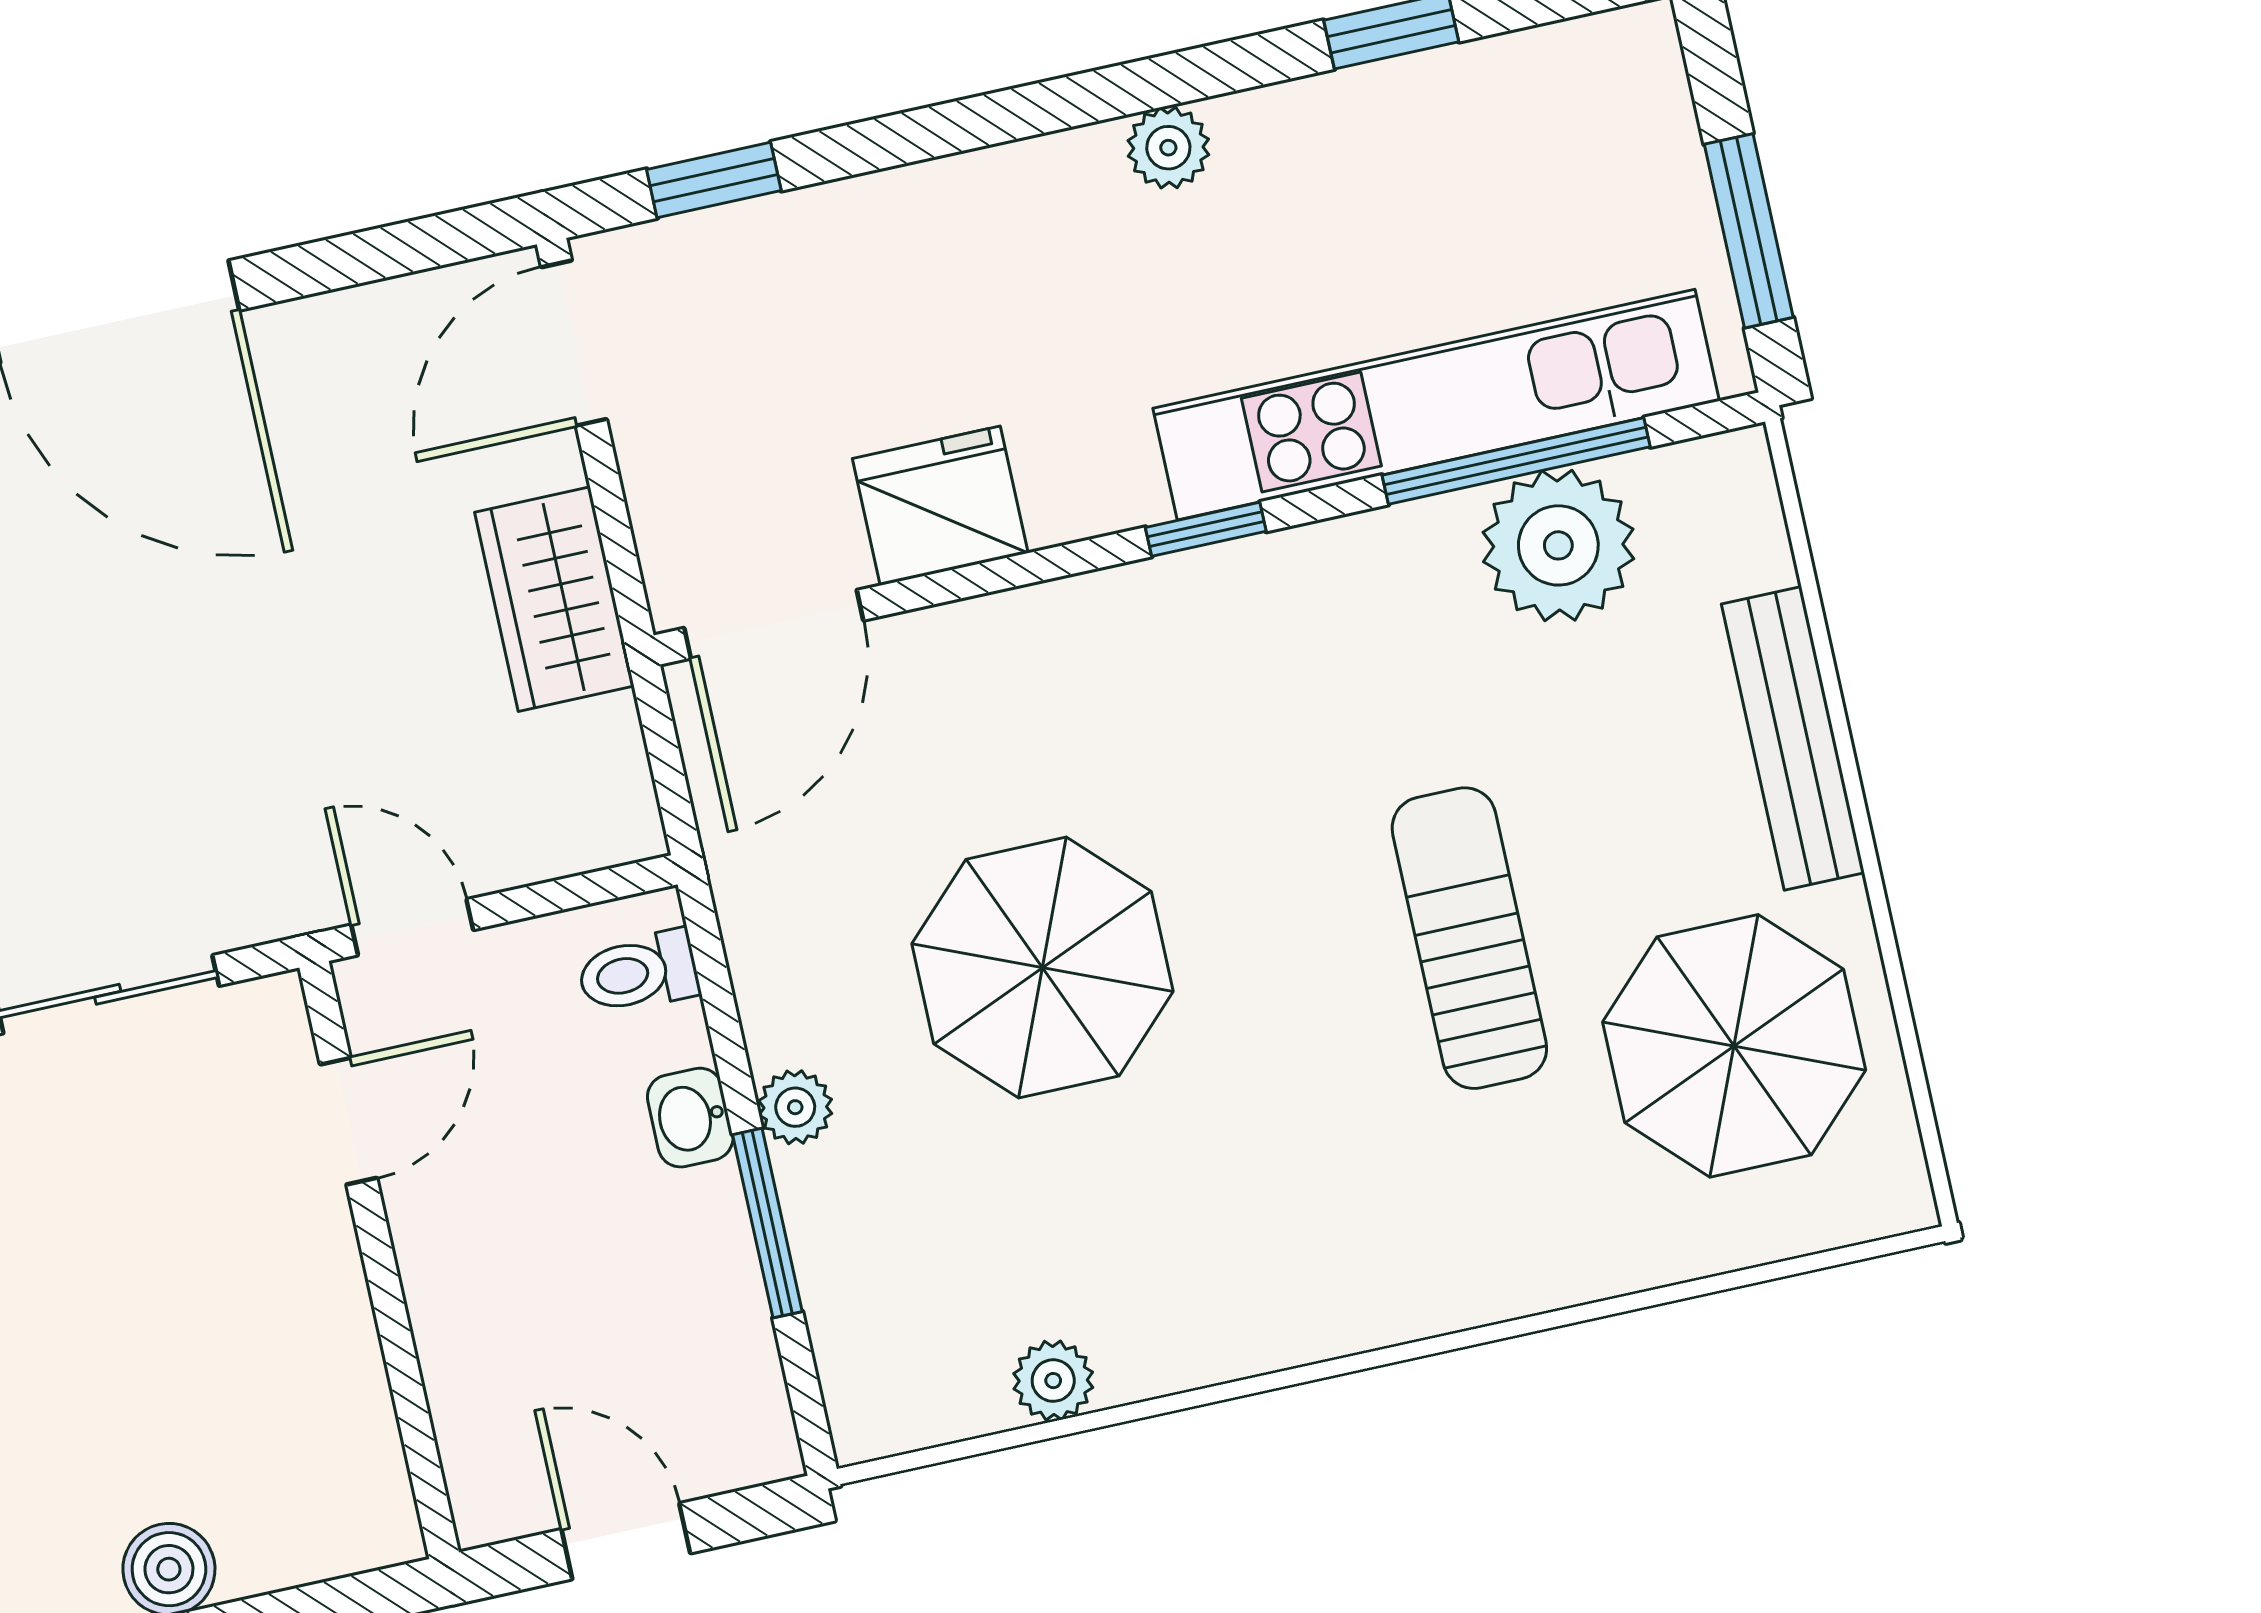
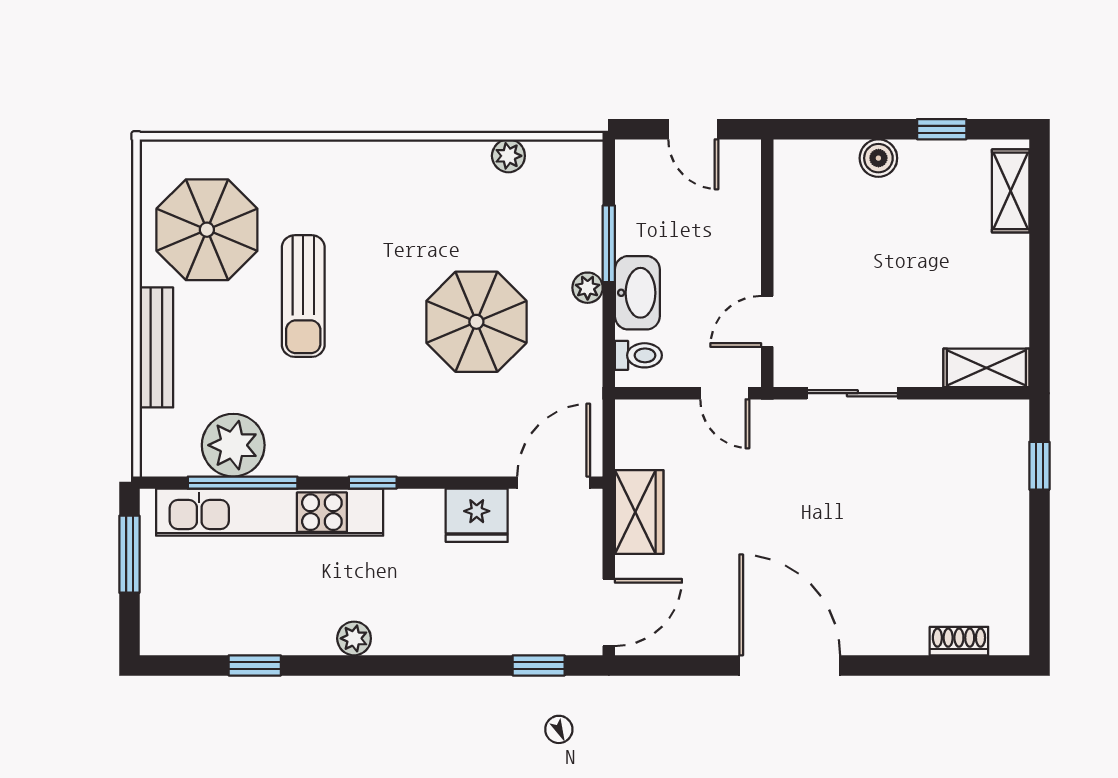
washbasin: (690, 1118) -> (637, 293), width x1.91, depth x1.45

